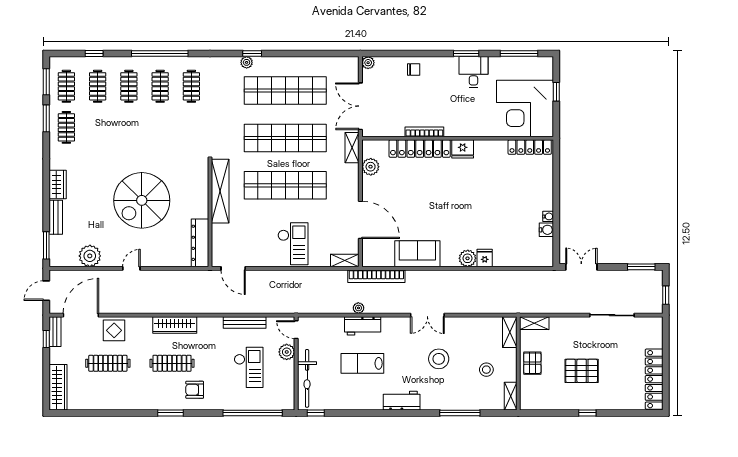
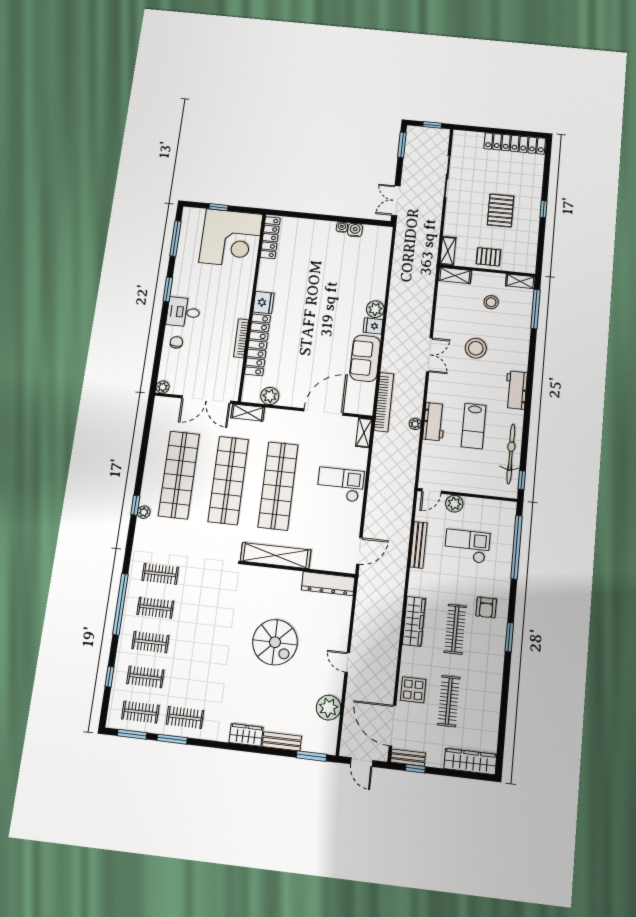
desk: (473, 72) -> (183, 312), moved
spiral stairs: (142, 200) -> (275, 642), width x0.73, depth x0.73
fridge: (485, 258) -> (373, 326), moved
bicycle: (307, 378) -> (511, 454), moved, turned -90
window: (460, 413) -> (535, 309), moved

